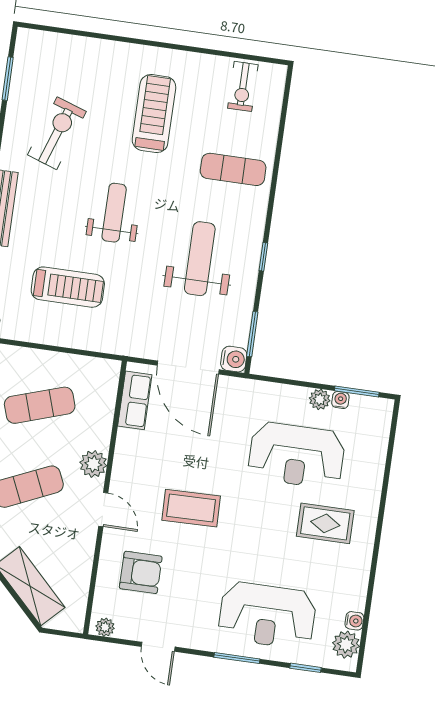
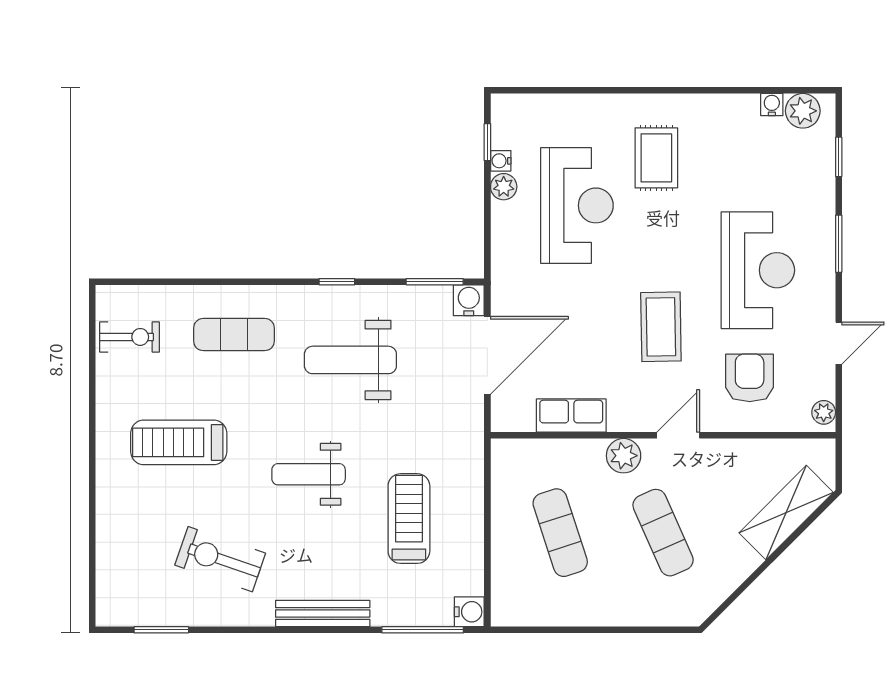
exercise mat: (233, 169) -> (234, 335), turned 90
window: (357, 392) -> (487, 142), width x0.67
row of seats: (135, 400) -> (571, 416), moved
reception desk: (267, 615) -> (758, 270), moved

